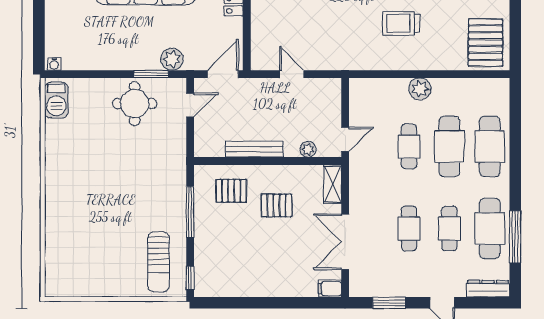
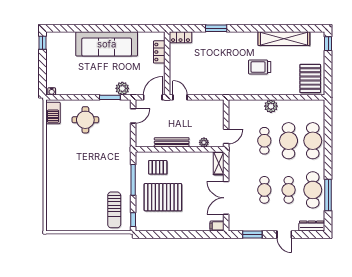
door: (292, 74) -> (180, 97), moved
round table: (135, 104) -> (85, 120), moved
pallet: (277, 206) -> (163, 197), moved, width x2.05, depth x2.00

